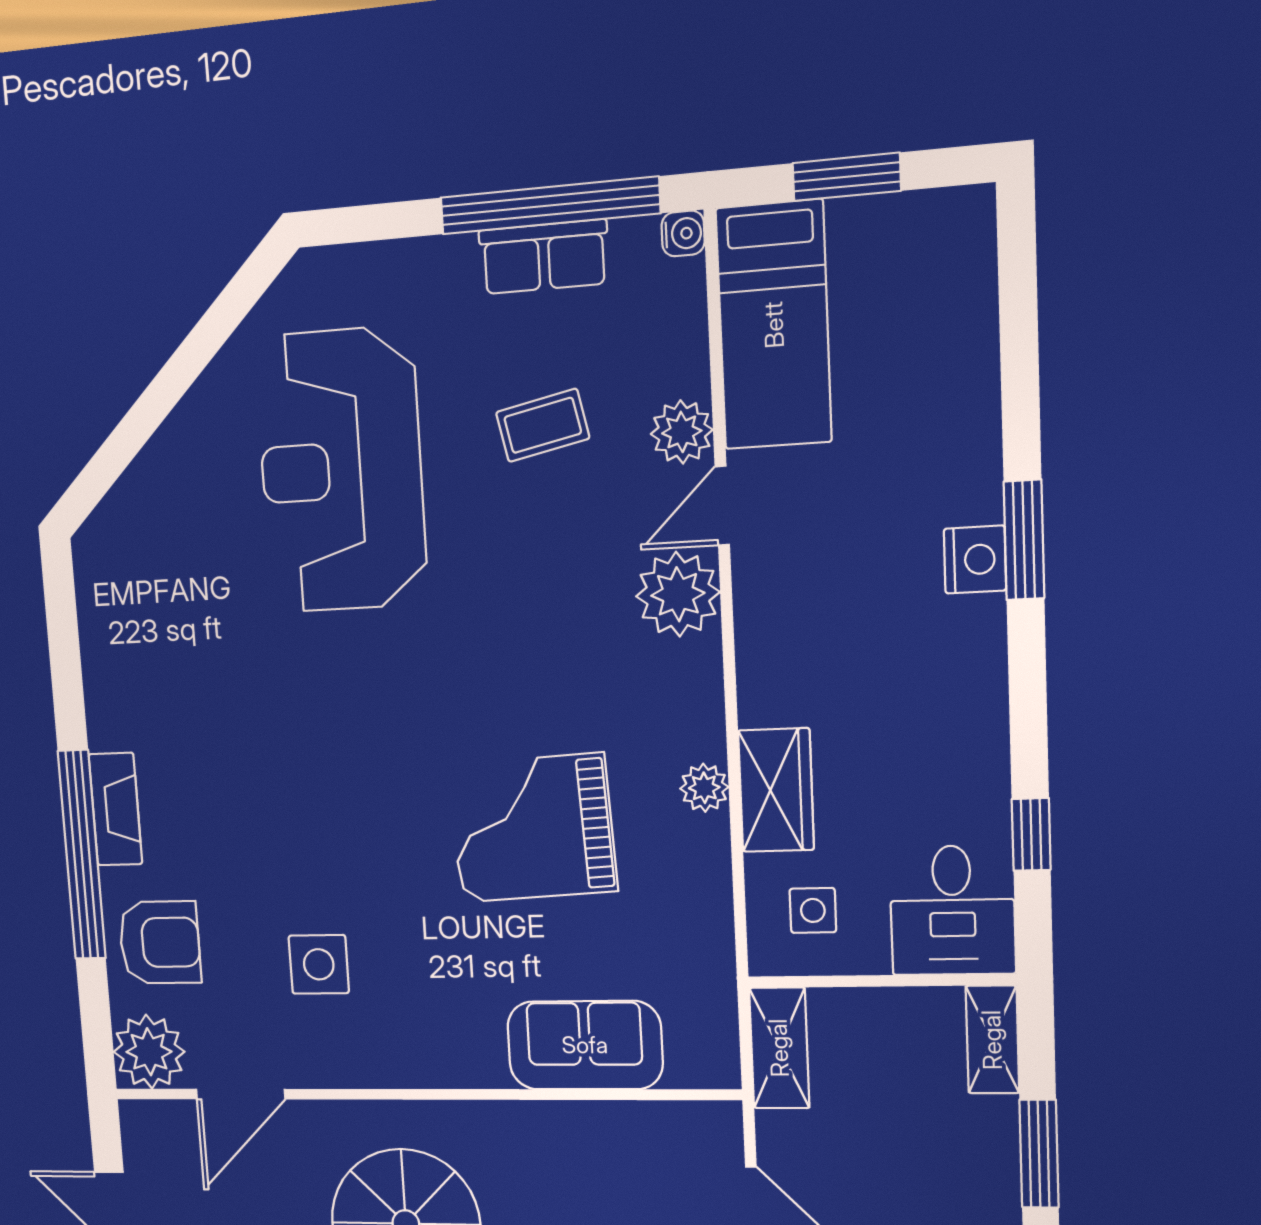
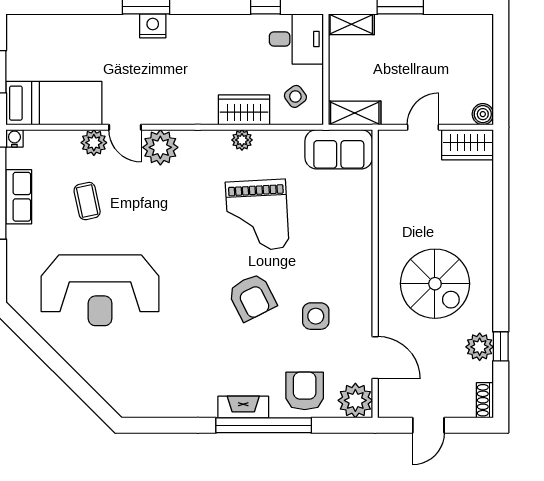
armchair: (350, 822) -> (252, 297), added
side table: (813, 910) -> (295, 96), turned -37
sofa: (585, 1045) -> (339, 149), moved, turned -90

